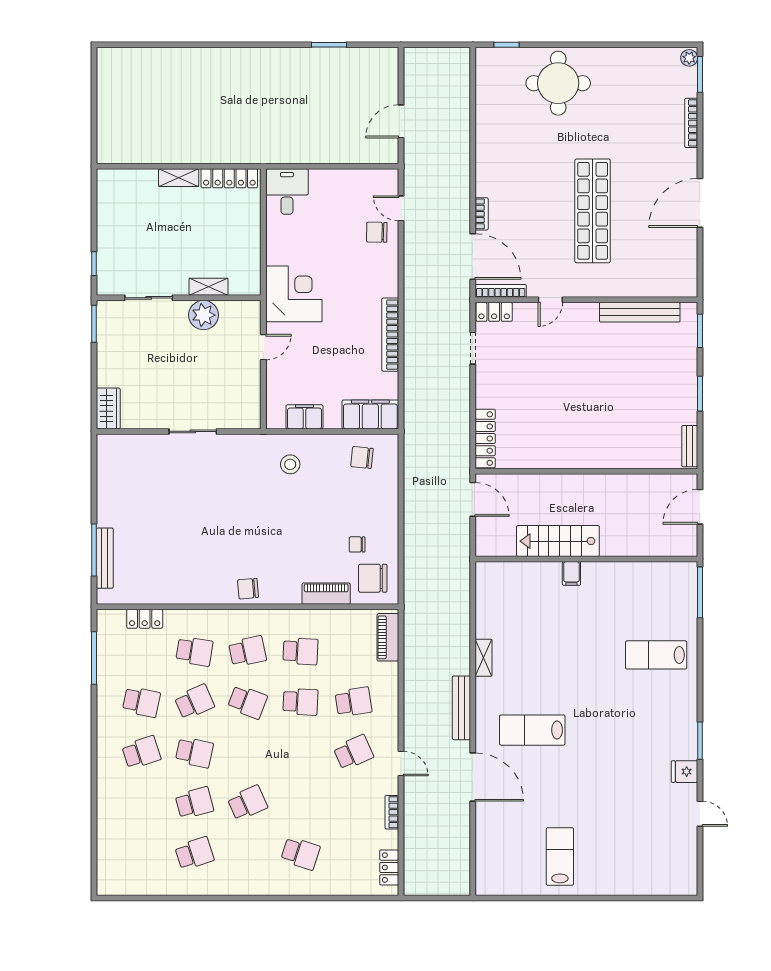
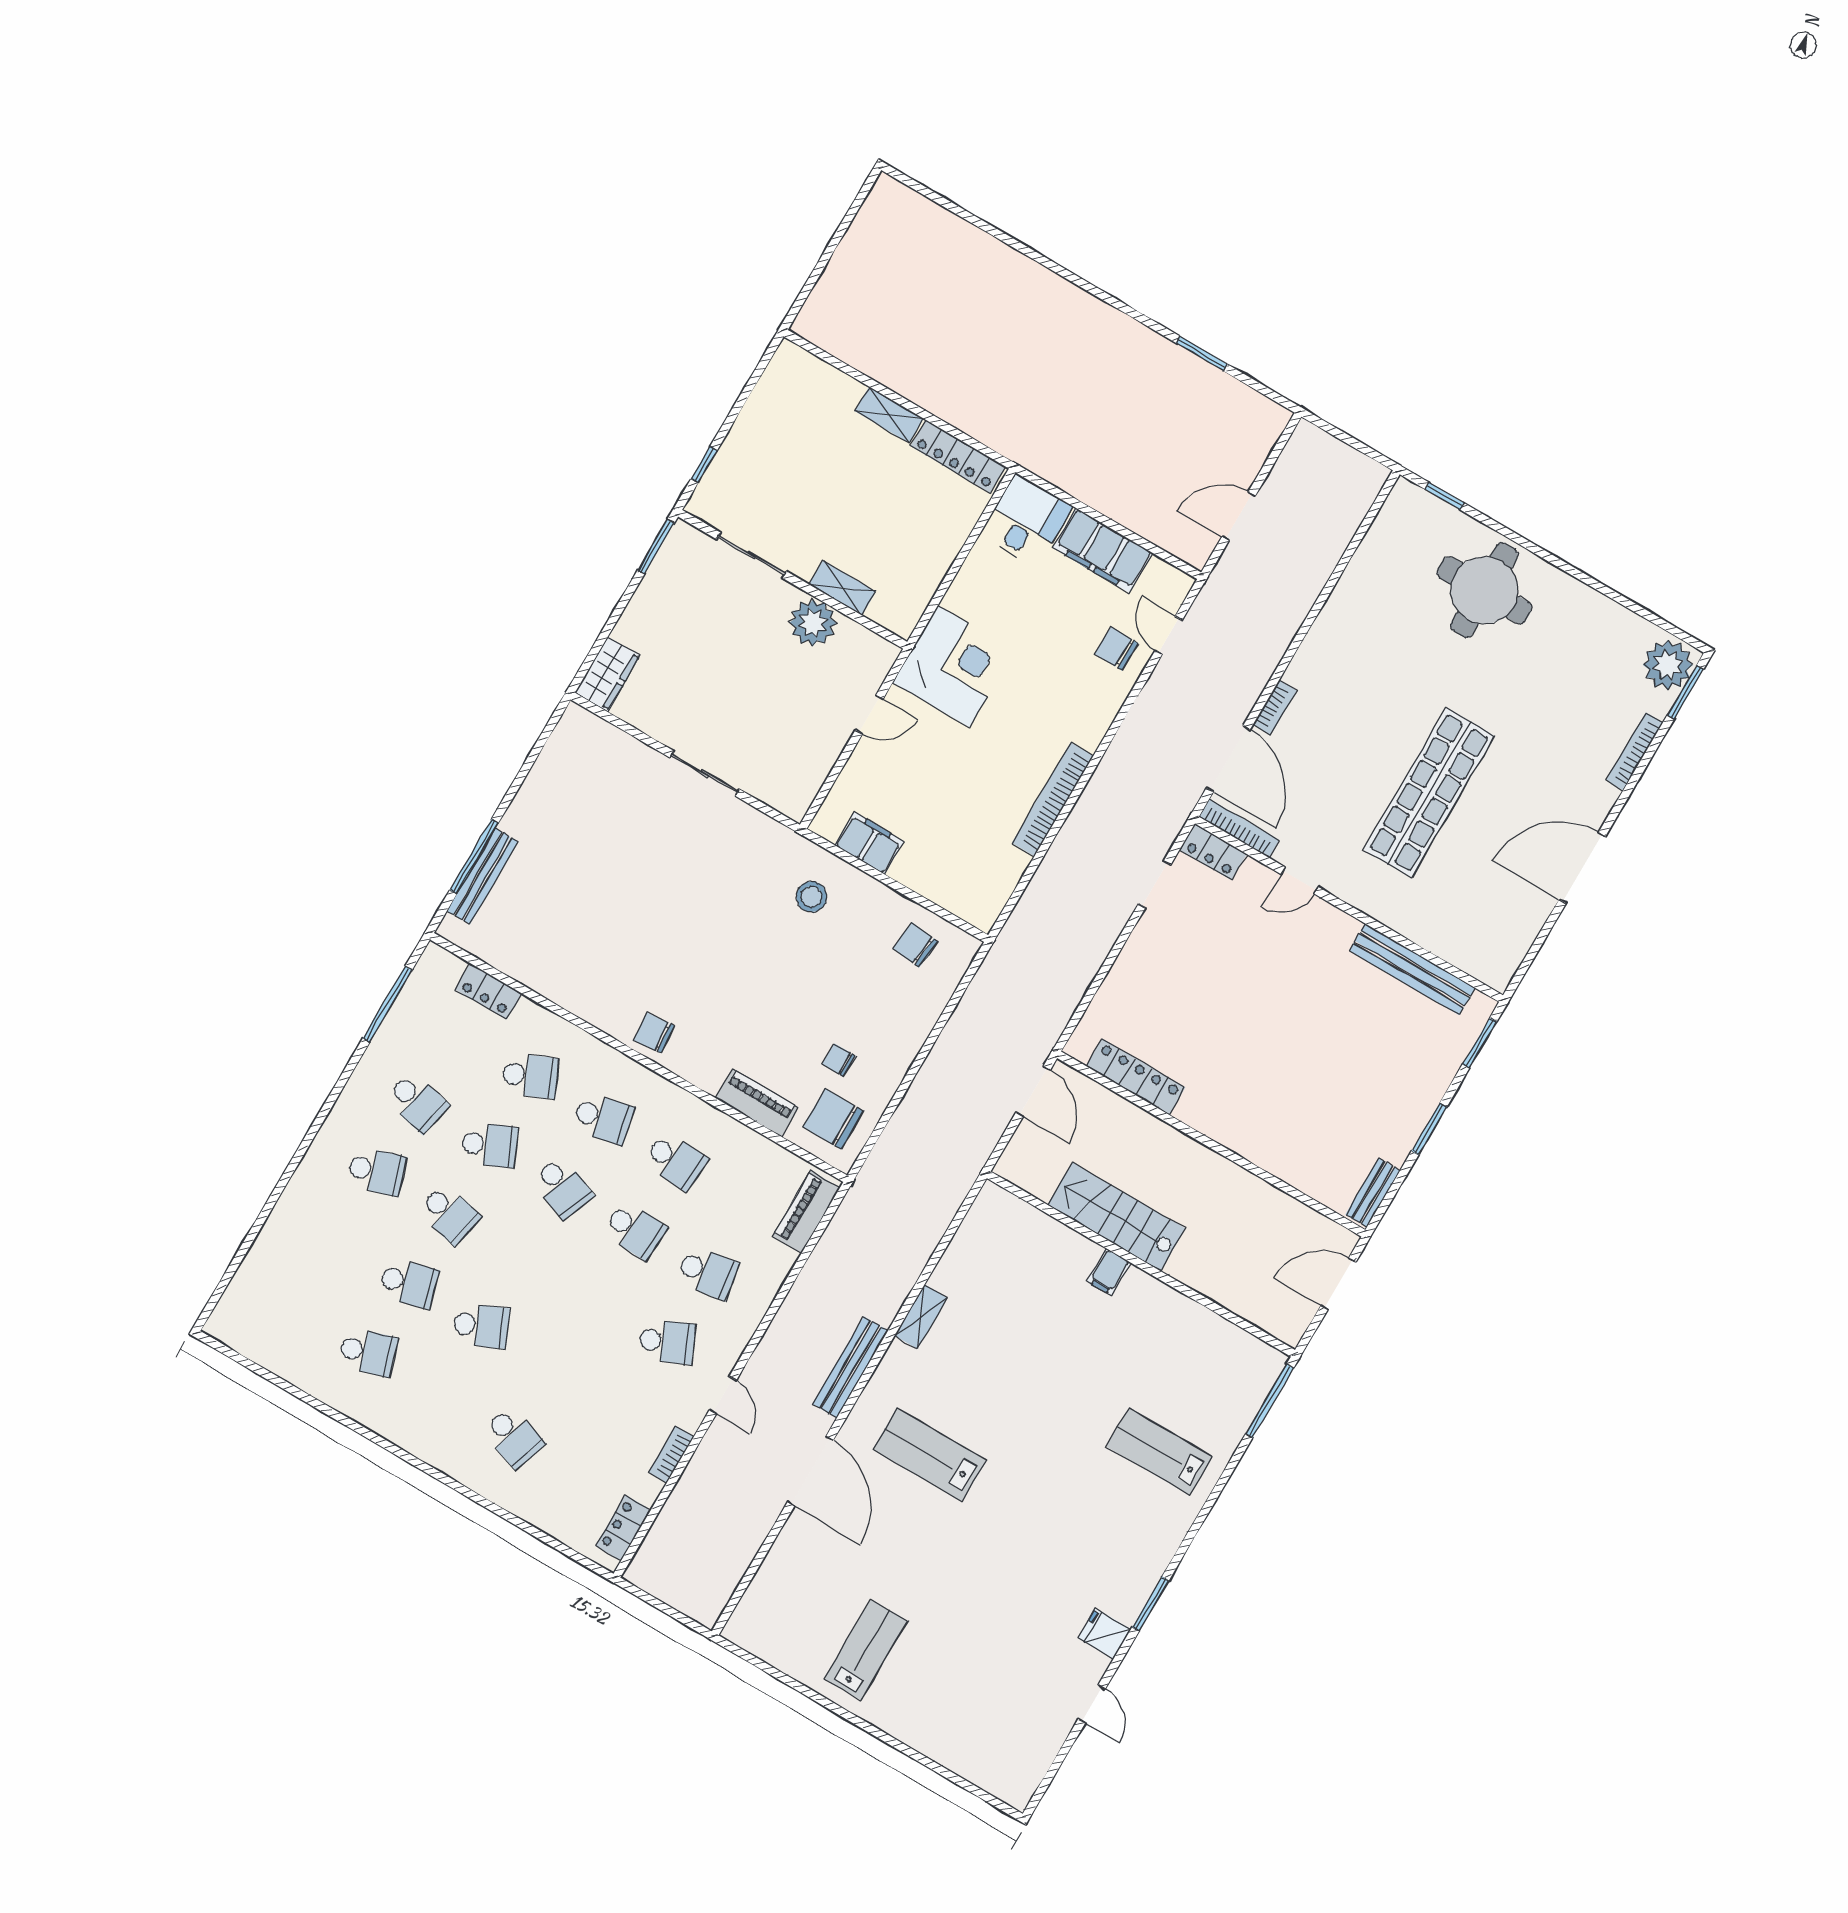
plant: (689, 58) -> (1668, 665), width x1.88, depth x1.88
filing cabinet: (370, 414) -> (1102, 550), moved, turned 180
locker: (485, 439) -> (1136, 1077), moved, turned -90
school desk: (194, 651) -> (530, 1076), turned -33

